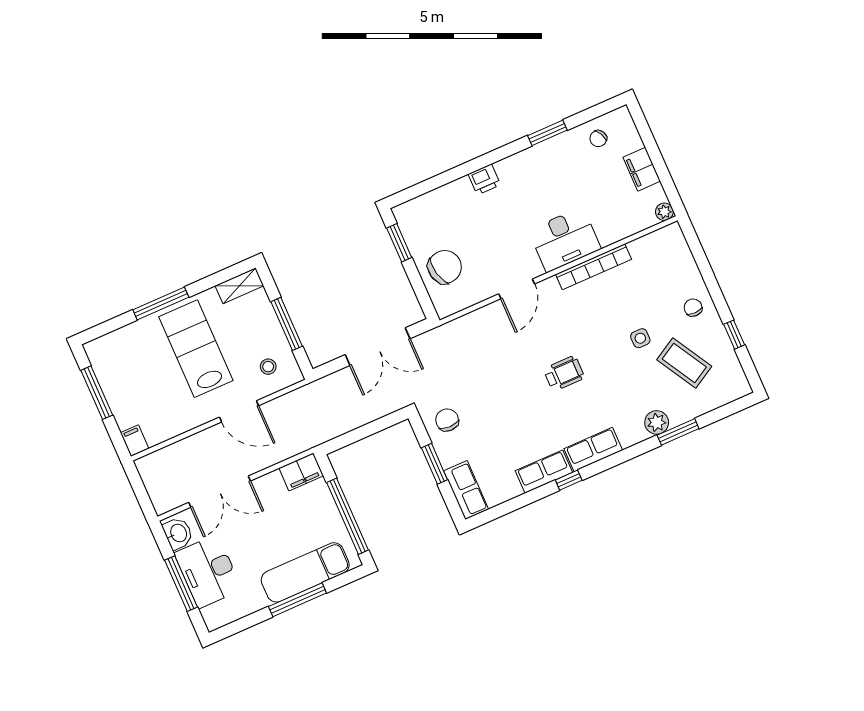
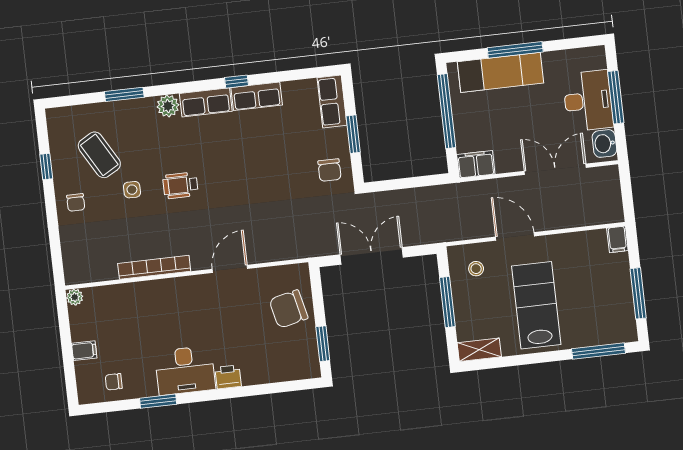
chair: (598, 139) -> (114, 382), turned -153
filing cabinet: (642, 169) -> (84, 351), width x0.50
desk: (565, 240) -> (185, 370), moved, turned 180
window: (161, 303) -> (598, 351), moved
lab bench: (196, 349) -> (536, 305), turned 180
wheelchair: (564, 373) -> (180, 185), moved
plant: (657, 422) -> (168, 106), moved

